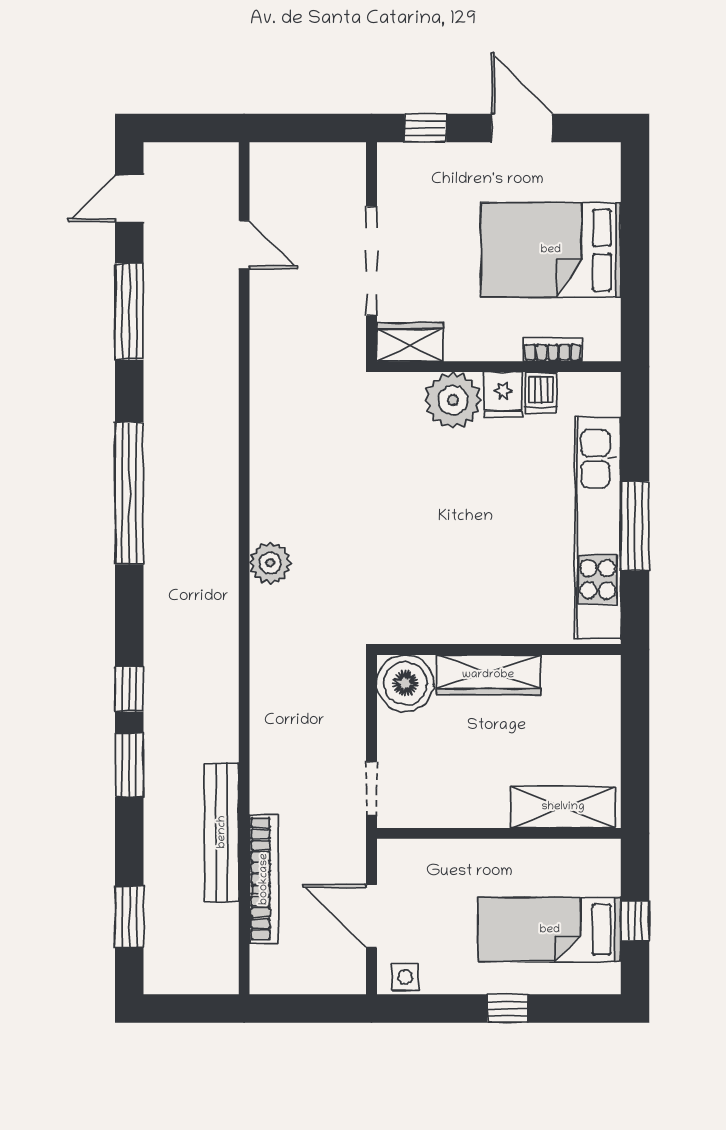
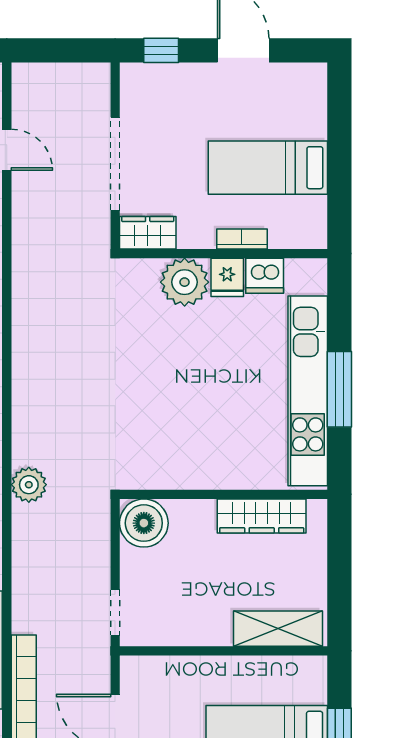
bed: (551, 250) -> (268, 168), width x0.67
bookcase: (553, 349) -> (242, 239), moved
dishwasher: (541, 393) -> (265, 276), width x1.38
plant: (270, 563) -> (29, 485), moved
wardrobe: (488, 675) -> (262, 516), moved

